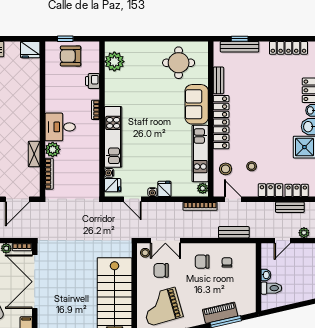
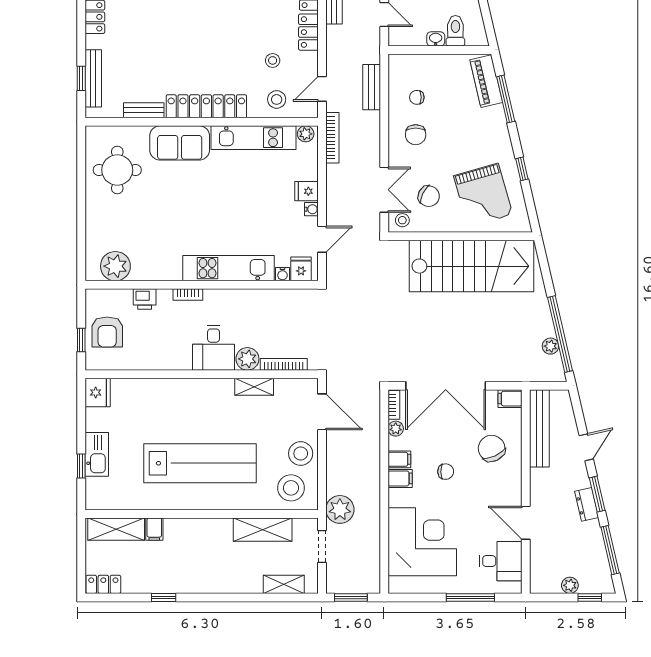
chair: (161, 270) -> (429, 196), turned -63
piano: (220, 313) -> (486, 81), moved

